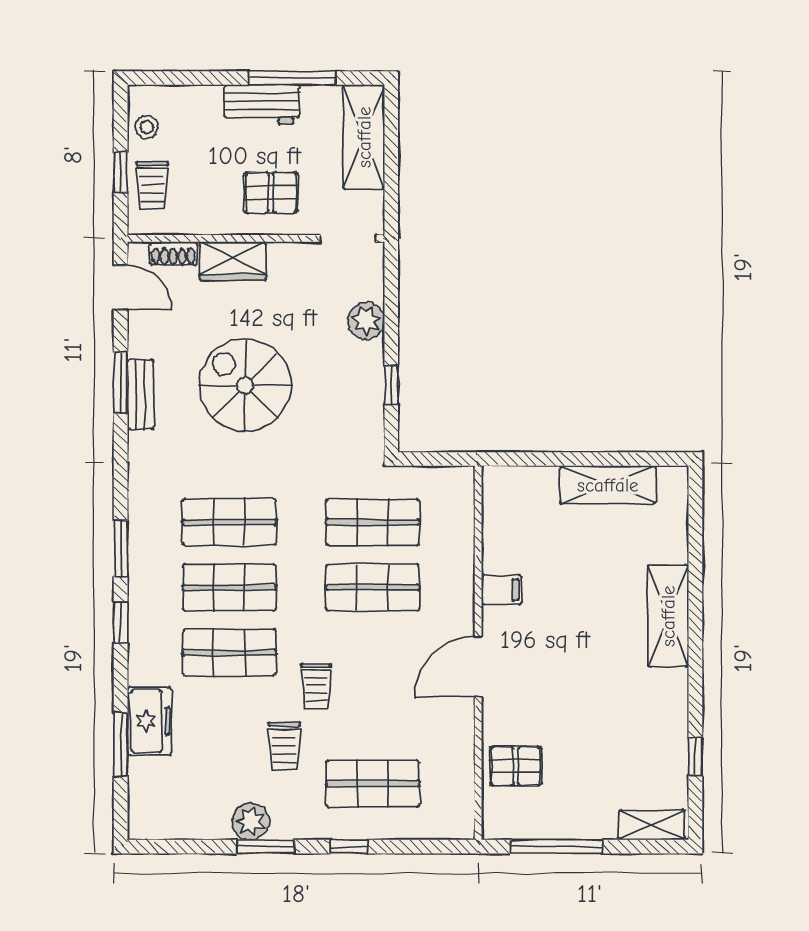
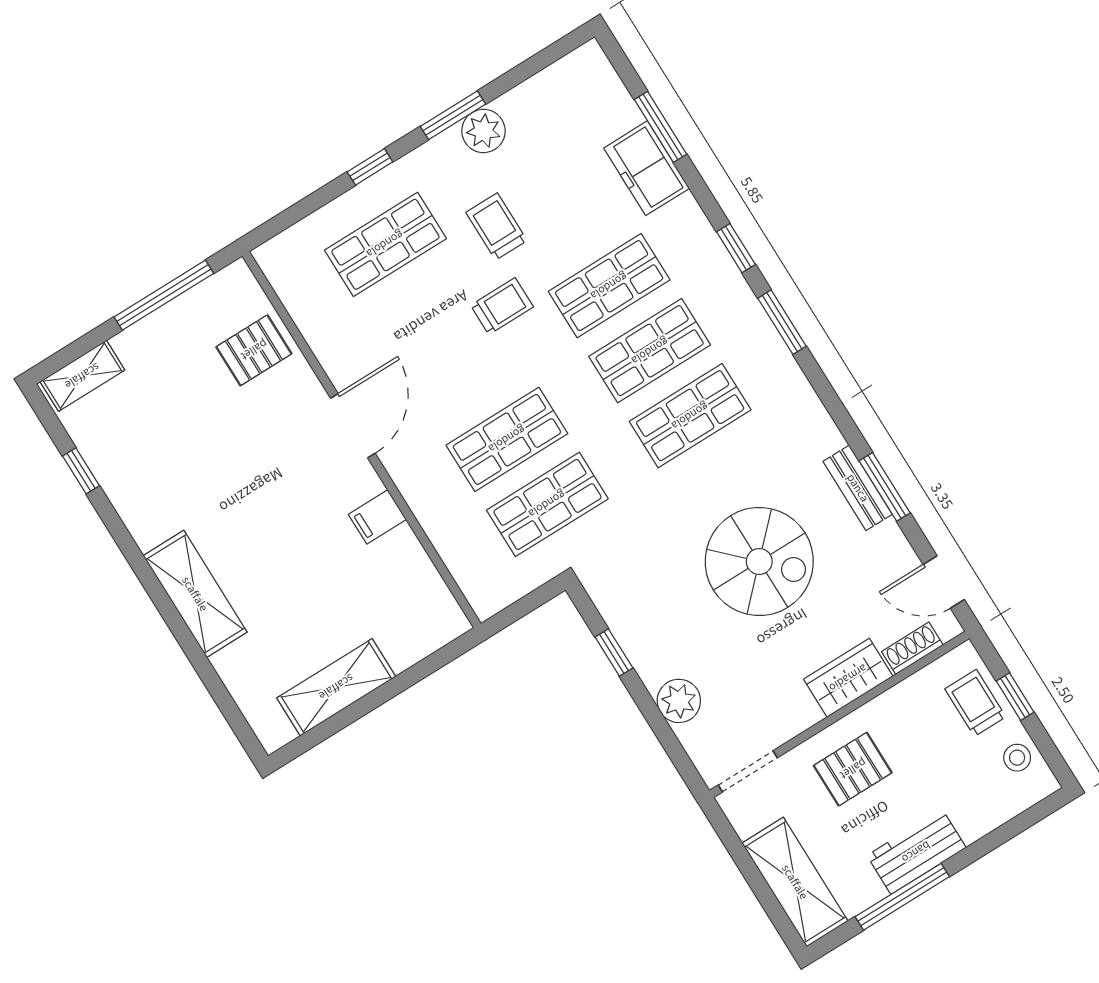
trolley: (316, 686) -> (502, 306), turned 90

